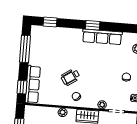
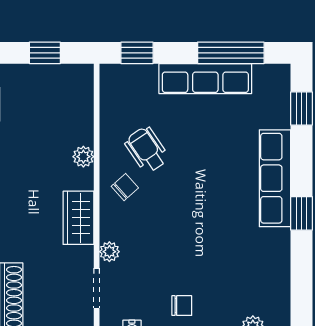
row of seats: (102, 37) -> (275, 178), moved
wheelchair: (70, 77) -> (147, 150), moved
row of seats: (33, 84) -> (205, 79), moved

